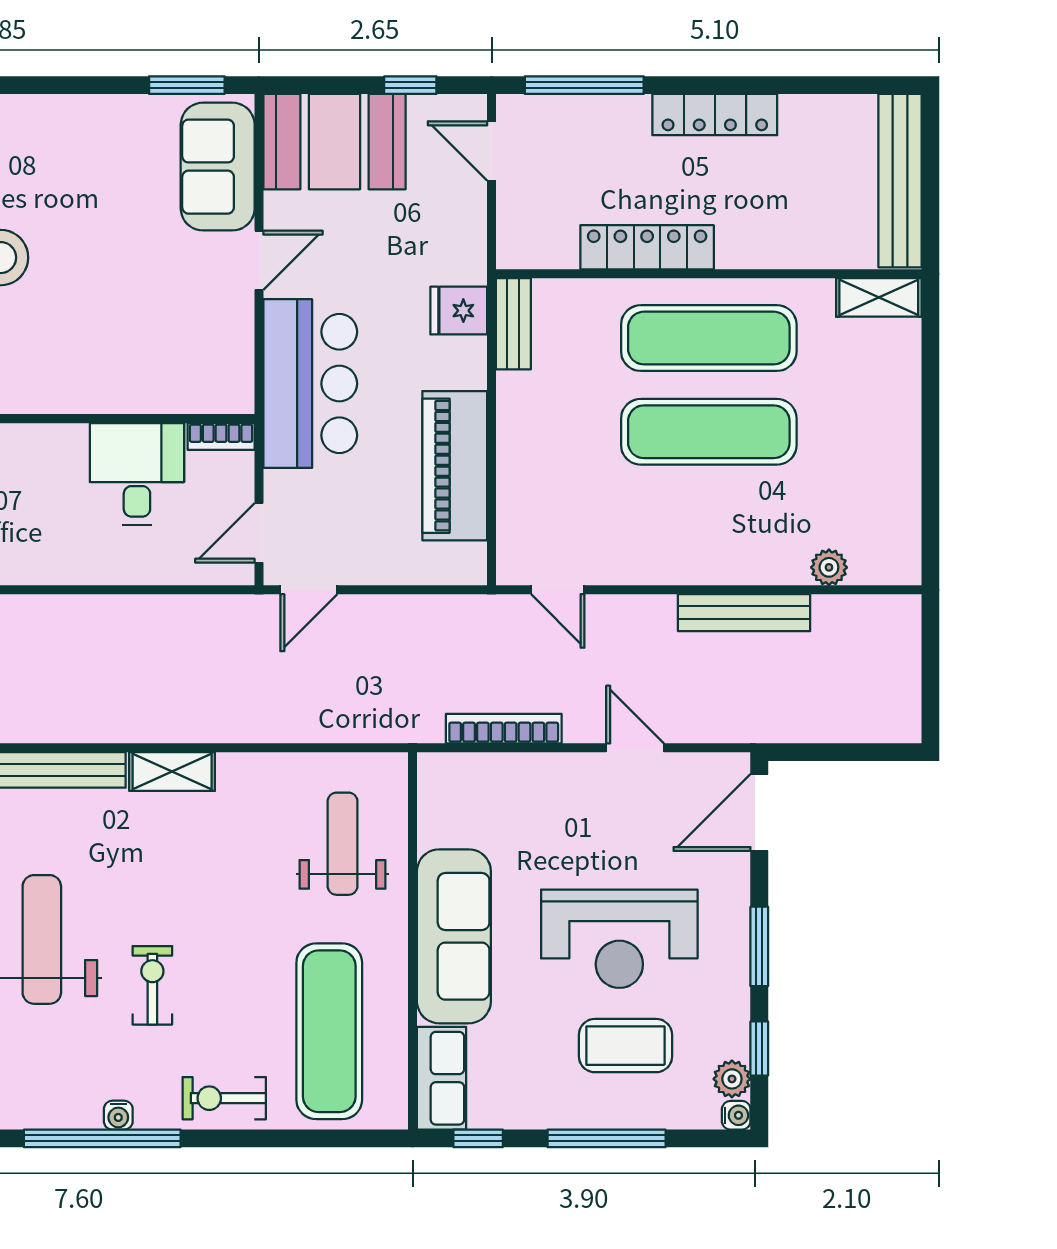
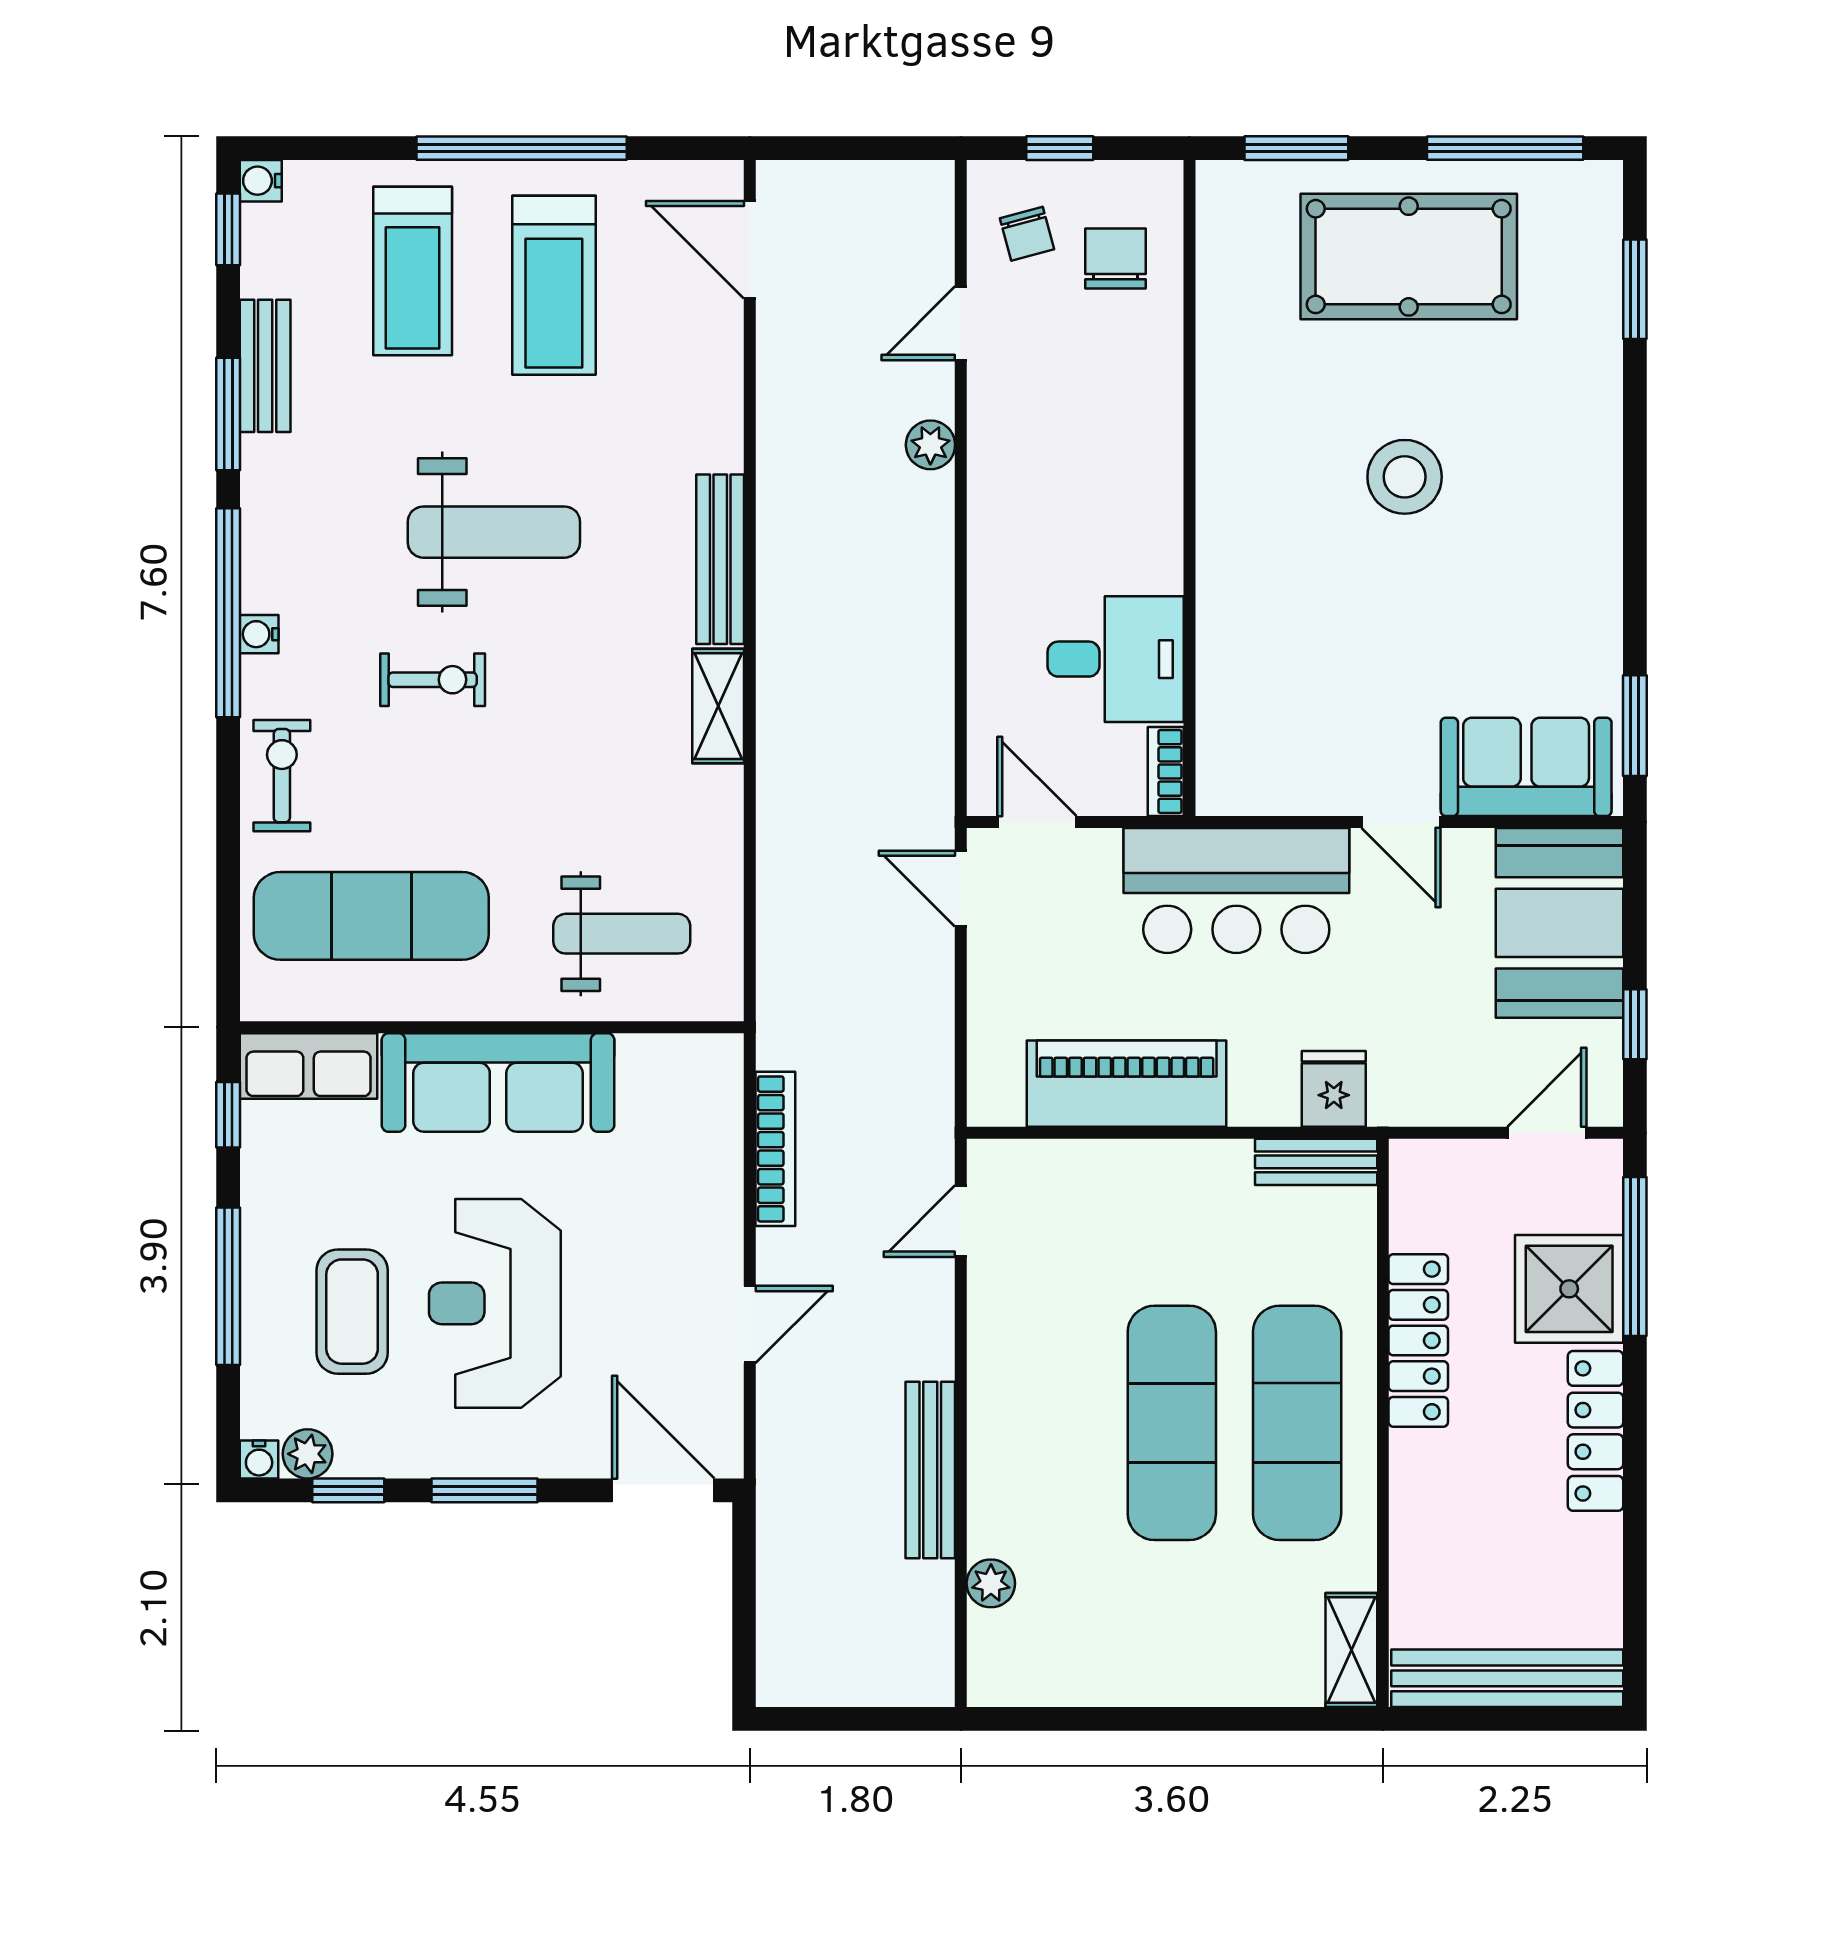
shower: (608, 134) -> (1569, 1289), added

